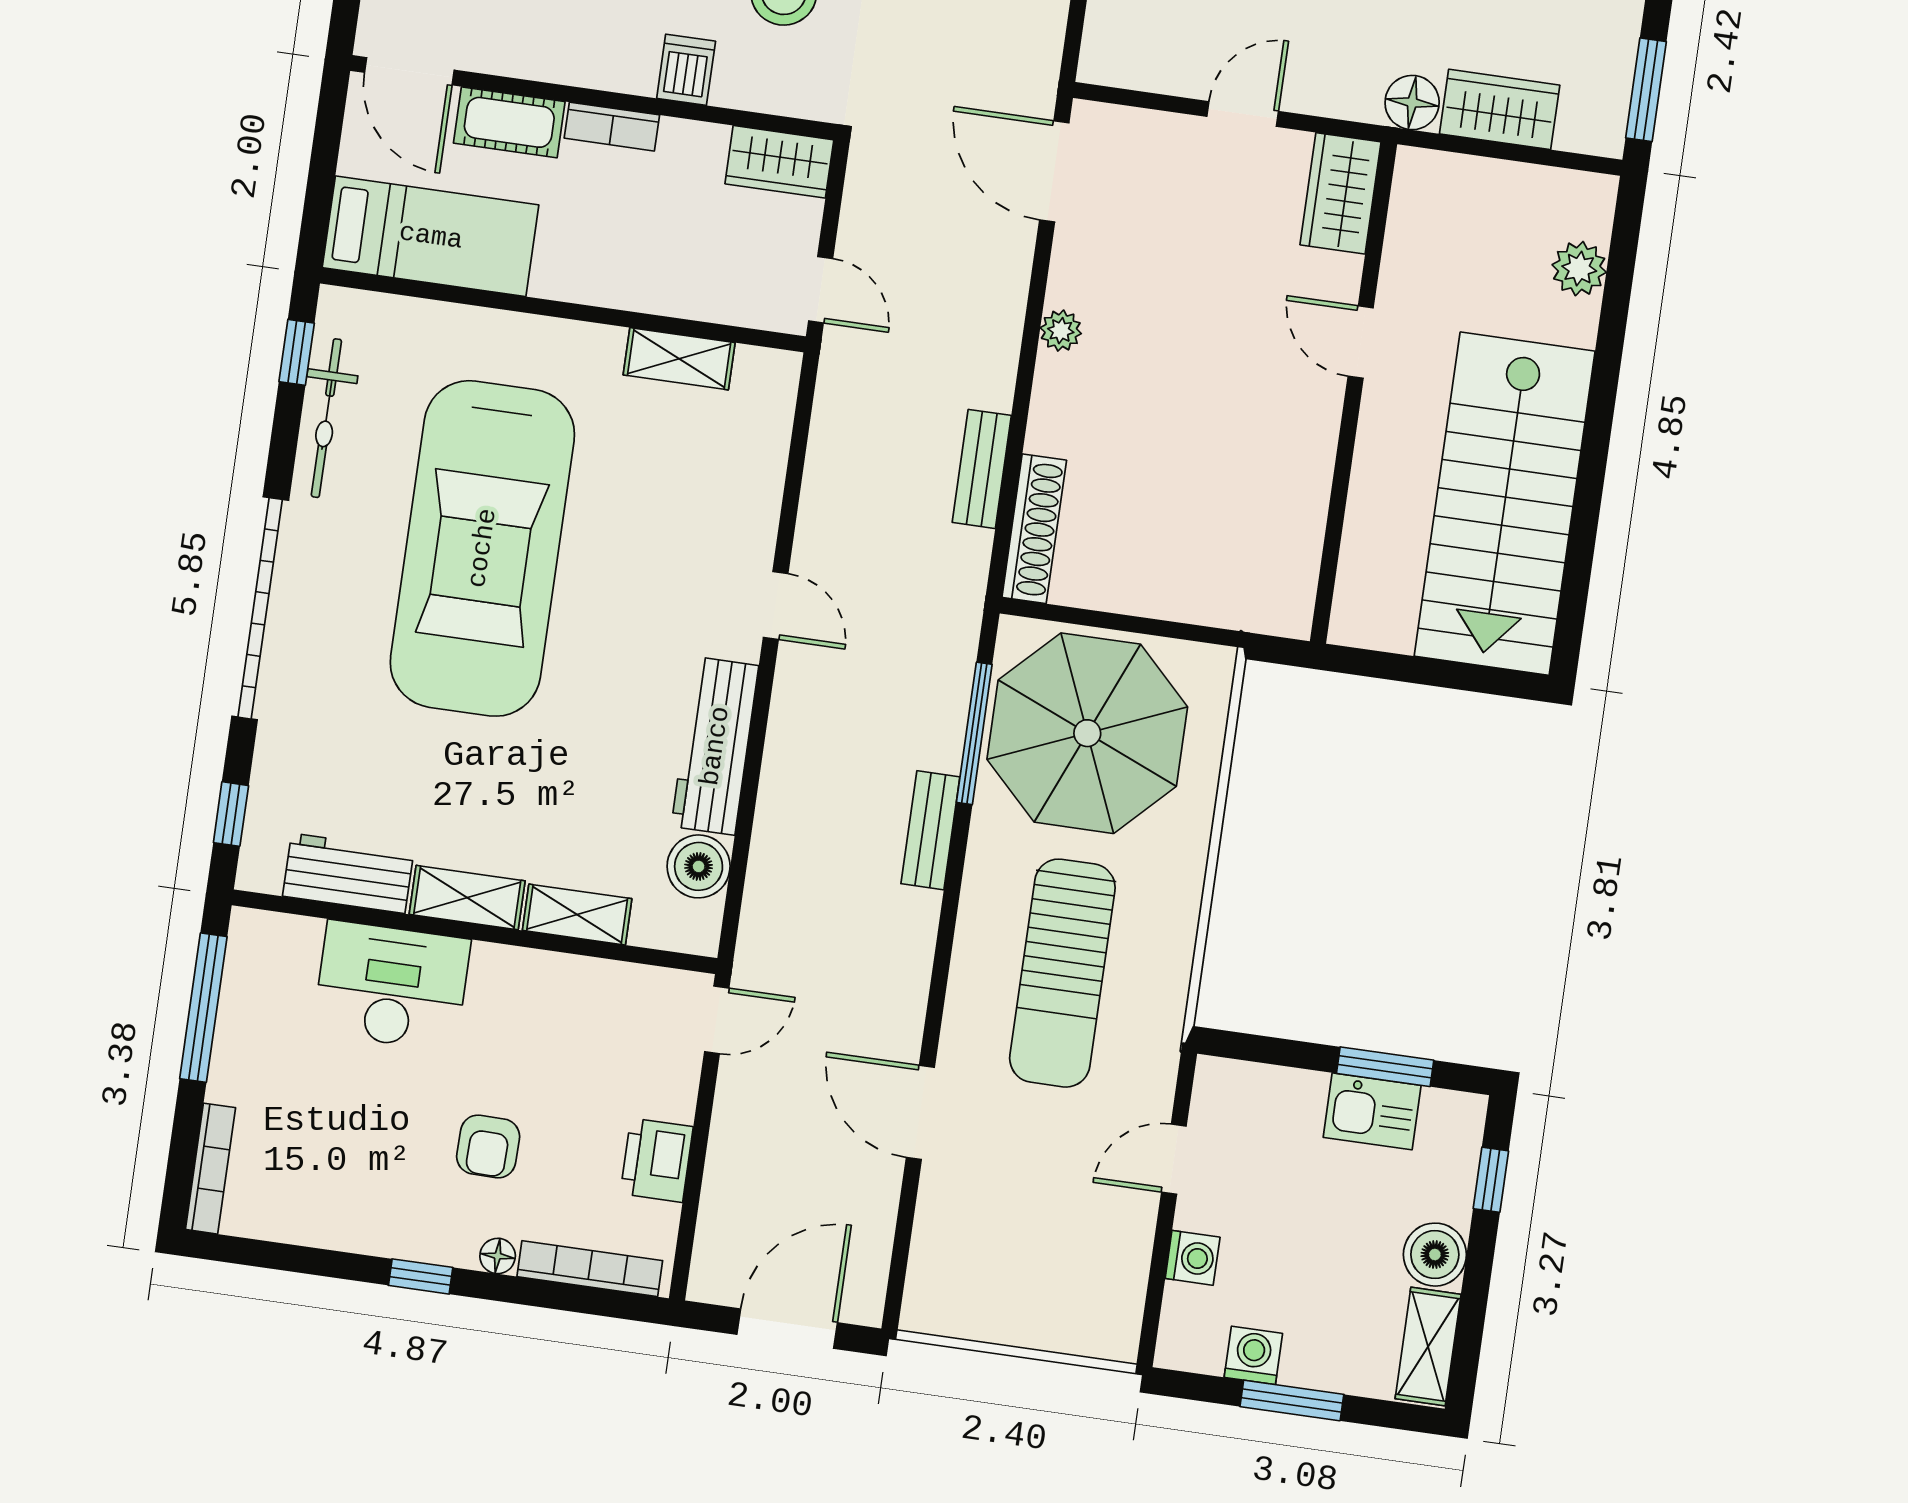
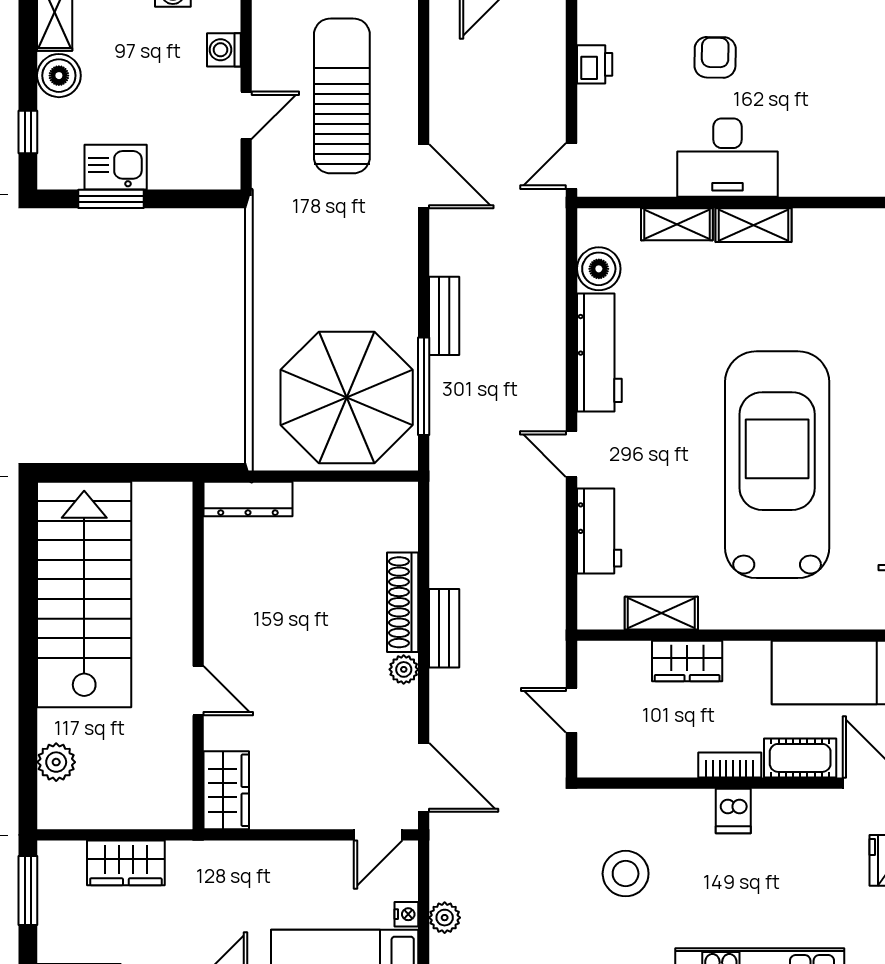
dishwasher: (686, 70) -> (733, 811), moved
floor lamp: (1412, 103) -> (186, 859), removed
door: (1243, 114) -> (378, 835), moved
wardrobe: (779, 162) -> (687, 661), moved, turned 180
door: (821, 290) -> (572, 710), moved
bench: (982, 469) -> (444, 628), moved
shoe rack: (1034, 529) -> (403, 602), moved
dresser: (1250, 607) -> (248, 499), added
workbench: (348, 873) -> (599, 531), moved, turned -90
sun lounger: (1062, 973) -> (342, 96), moved
desk: (392, 986) -> (727, 158), moved
door: (920, 1112) -> (424, 176), moved
printer: (657, 1160) -> (595, 64), width x0.73, depth x0.81

